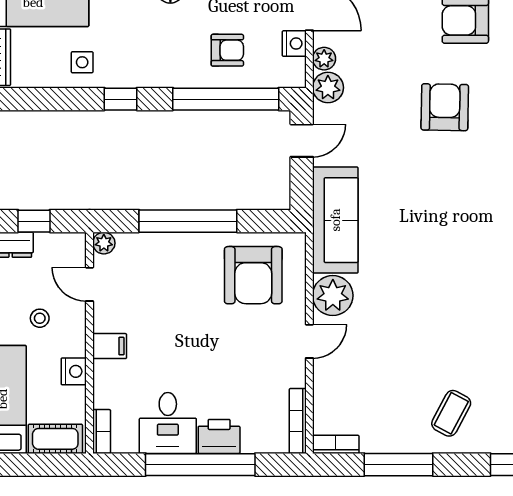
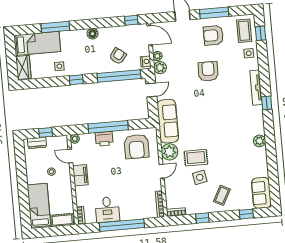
nightstand: (294, 44) -> (146, 61), moved
armchair: (227, 50) -> (118, 56), turned -53
rug: (396, 316) -> (196, 158), added
filing cabinet: (110, 346) -> (80, 175), width x2.00
side table: (401, 365) -> (200, 177), added
nightstand: (74, 371) -> (67, 192), removed
printer: (219, 436) -> (104, 139), moved, turned 180
window: (399, 465) -> (202, 218), width x0.46

